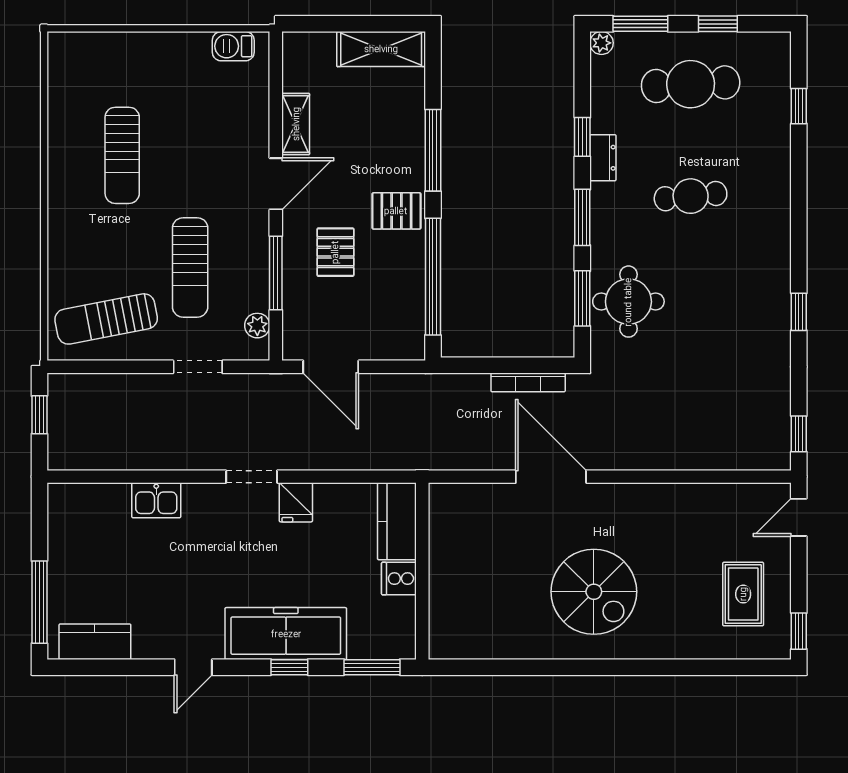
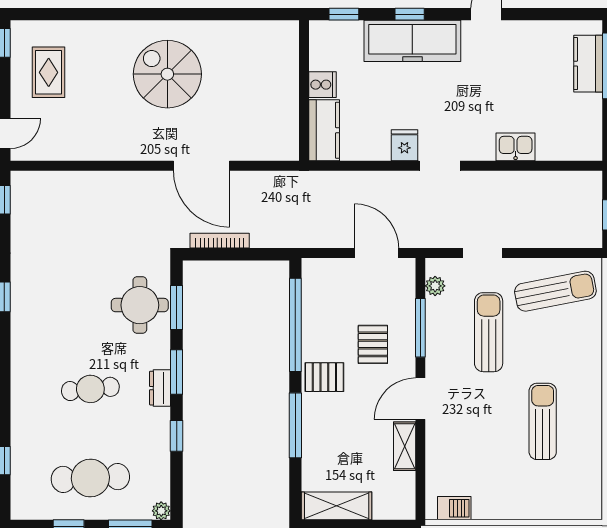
dresser: (603, 158) -> (160, 388), moved
kitchen counter: (95, 642) -> (588, 64), moved, turned 90
window: (372, 667) -> (344, 14), width x0.67

